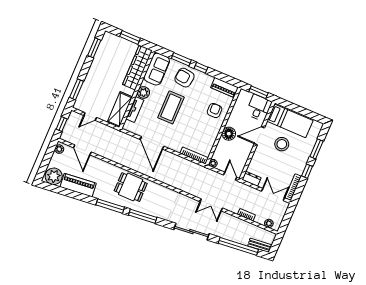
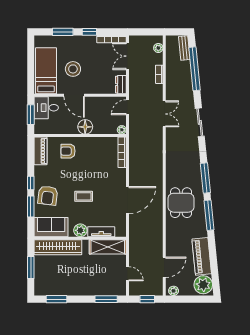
coffee table: (171, 107) -> (84, 196), width x0.54, depth x0.58
sliding door: (191, 232) -> (200, 122), width x0.73

